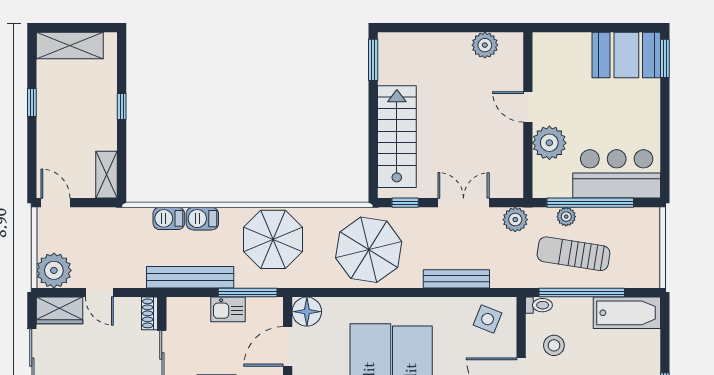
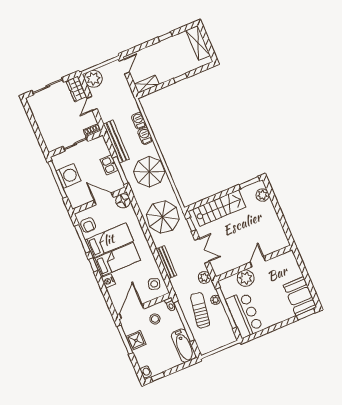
plant: (485, 45) -> (262, 195), moved

